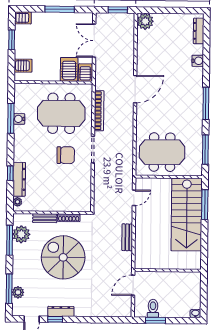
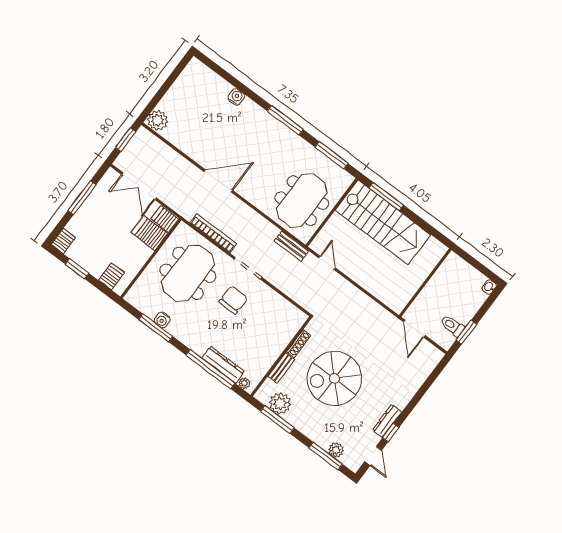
dresser: (199, 31) -> (207, 74), removed
door: (135, 89) -> (218, 181), hinge flipped
window: (10, 173) -> (210, 369), width x3.17
bench: (127, 237) -> (291, 246), moved

